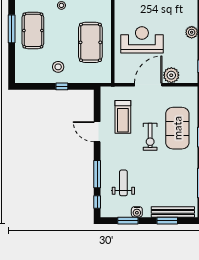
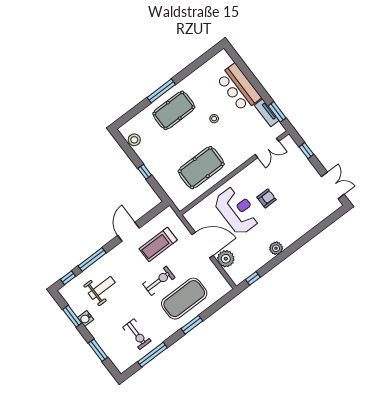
armchair: (150, 11) -> (267, 198), added
stool: (58, 67) -> (134, 140), moved
exercise bike: (150, 137) -> (159, 281), turned 180
exercise bike: (177, 183) -> (137, 334), added
bench: (173, 212) -> (109, 350), removed

